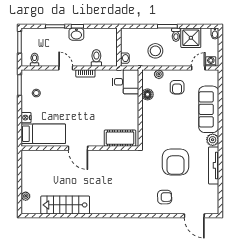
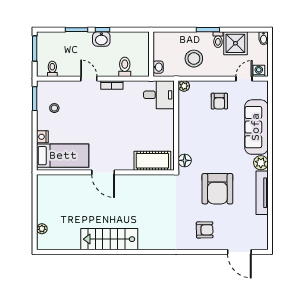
plant: (159, 74) -> (184, 86), moved
floor lamp: (148, 94) -> (185, 160), moved
stairs: (65, 205) -> (109, 239), moved

